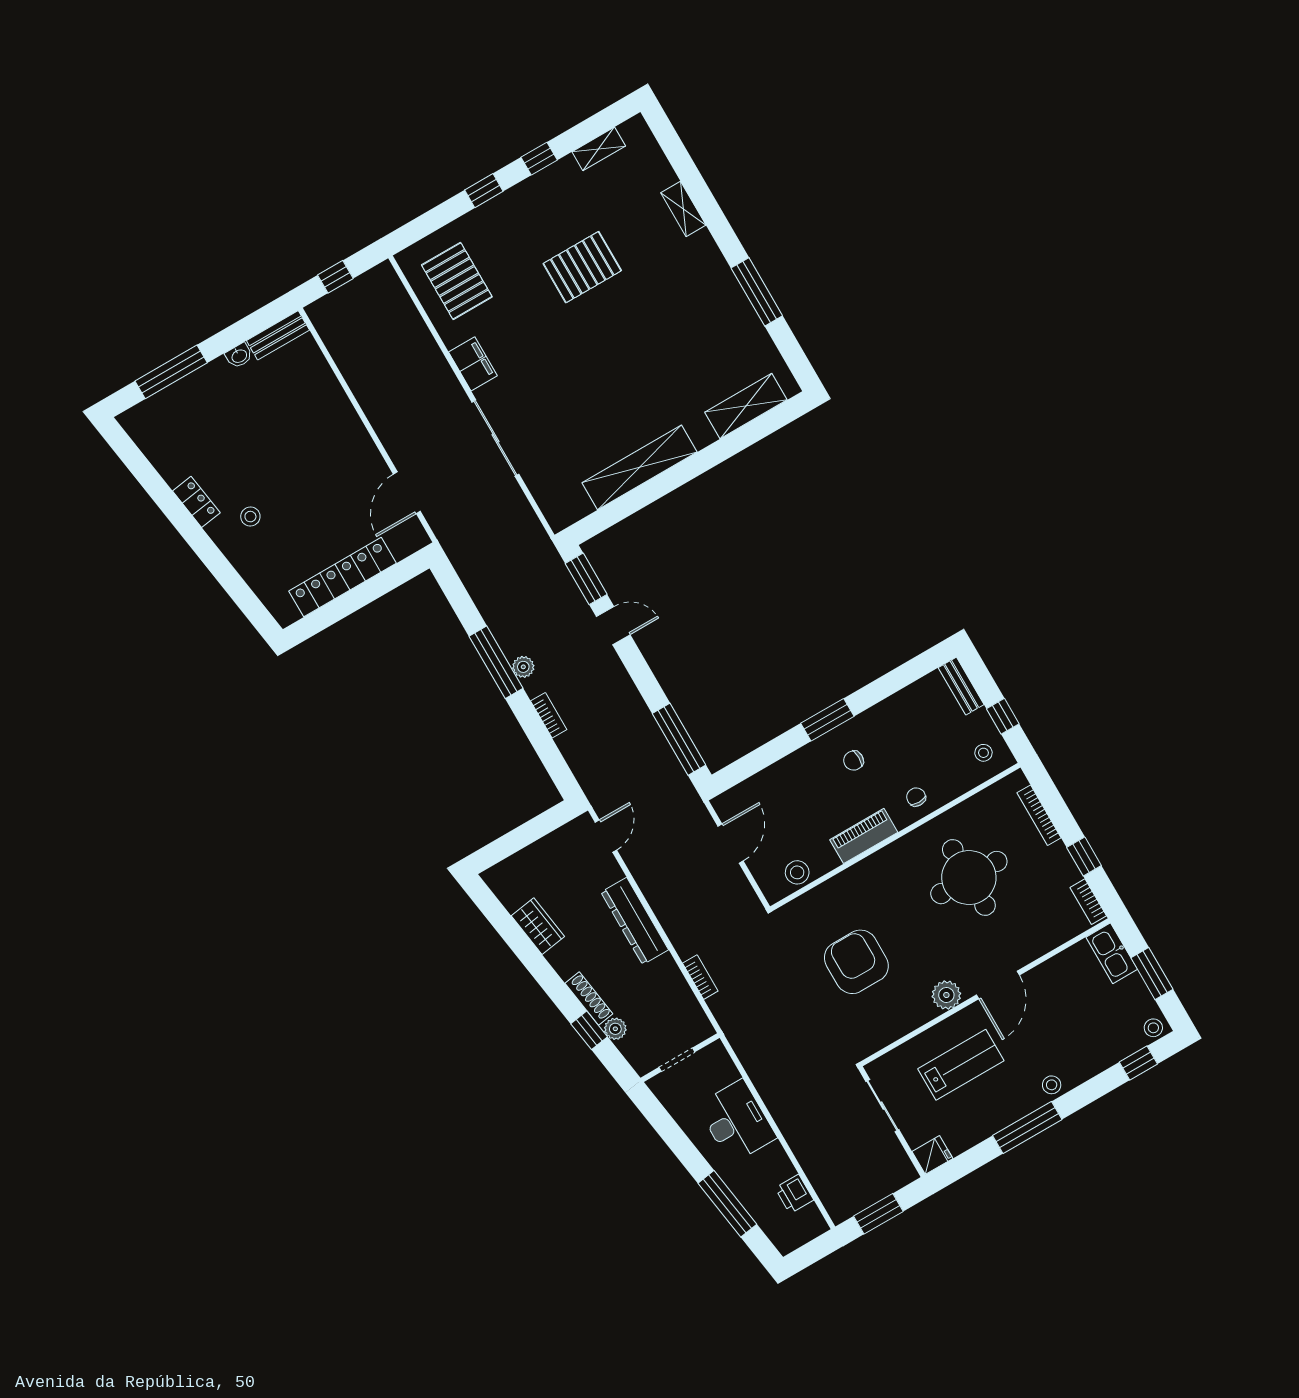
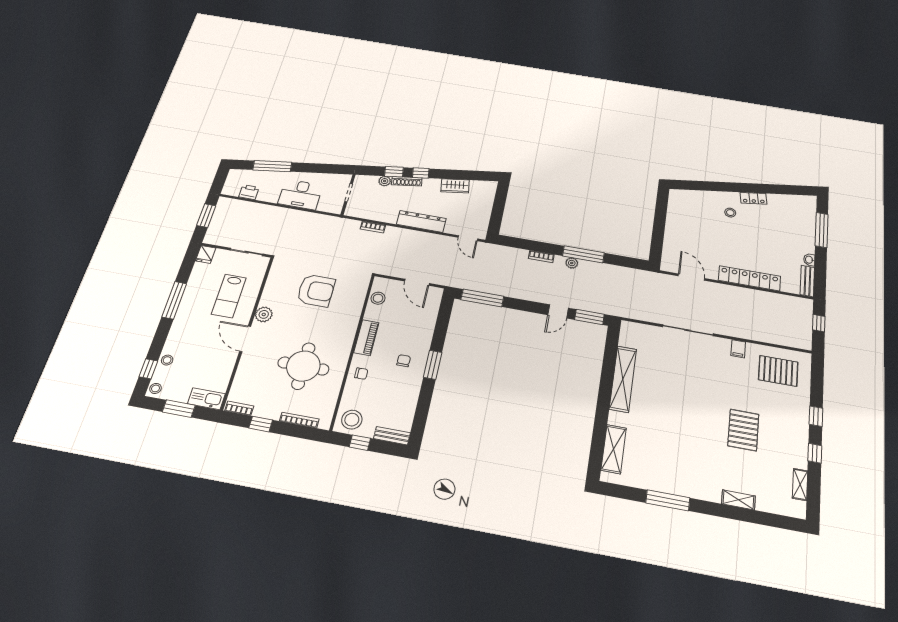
filing cabinet: (473, 364) -> (738, 349), width x0.50
locker: (343, 577) -> (750, 278), moved, turned -90
stool: (983, 753) -> (352, 420), width x1.89, depth x1.89
window: (558, 992) -> (421, 173), added
stool: (1052, 1085) -> (167, 360), moved

